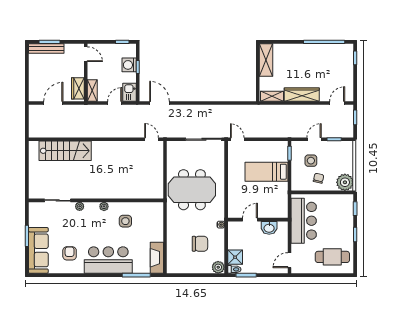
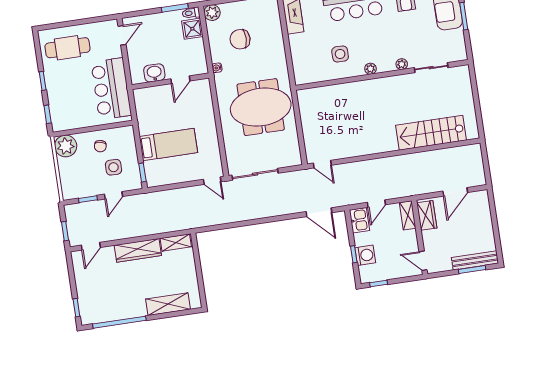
shelving: (266, 60) -> (168, 304), moved, turned 90

